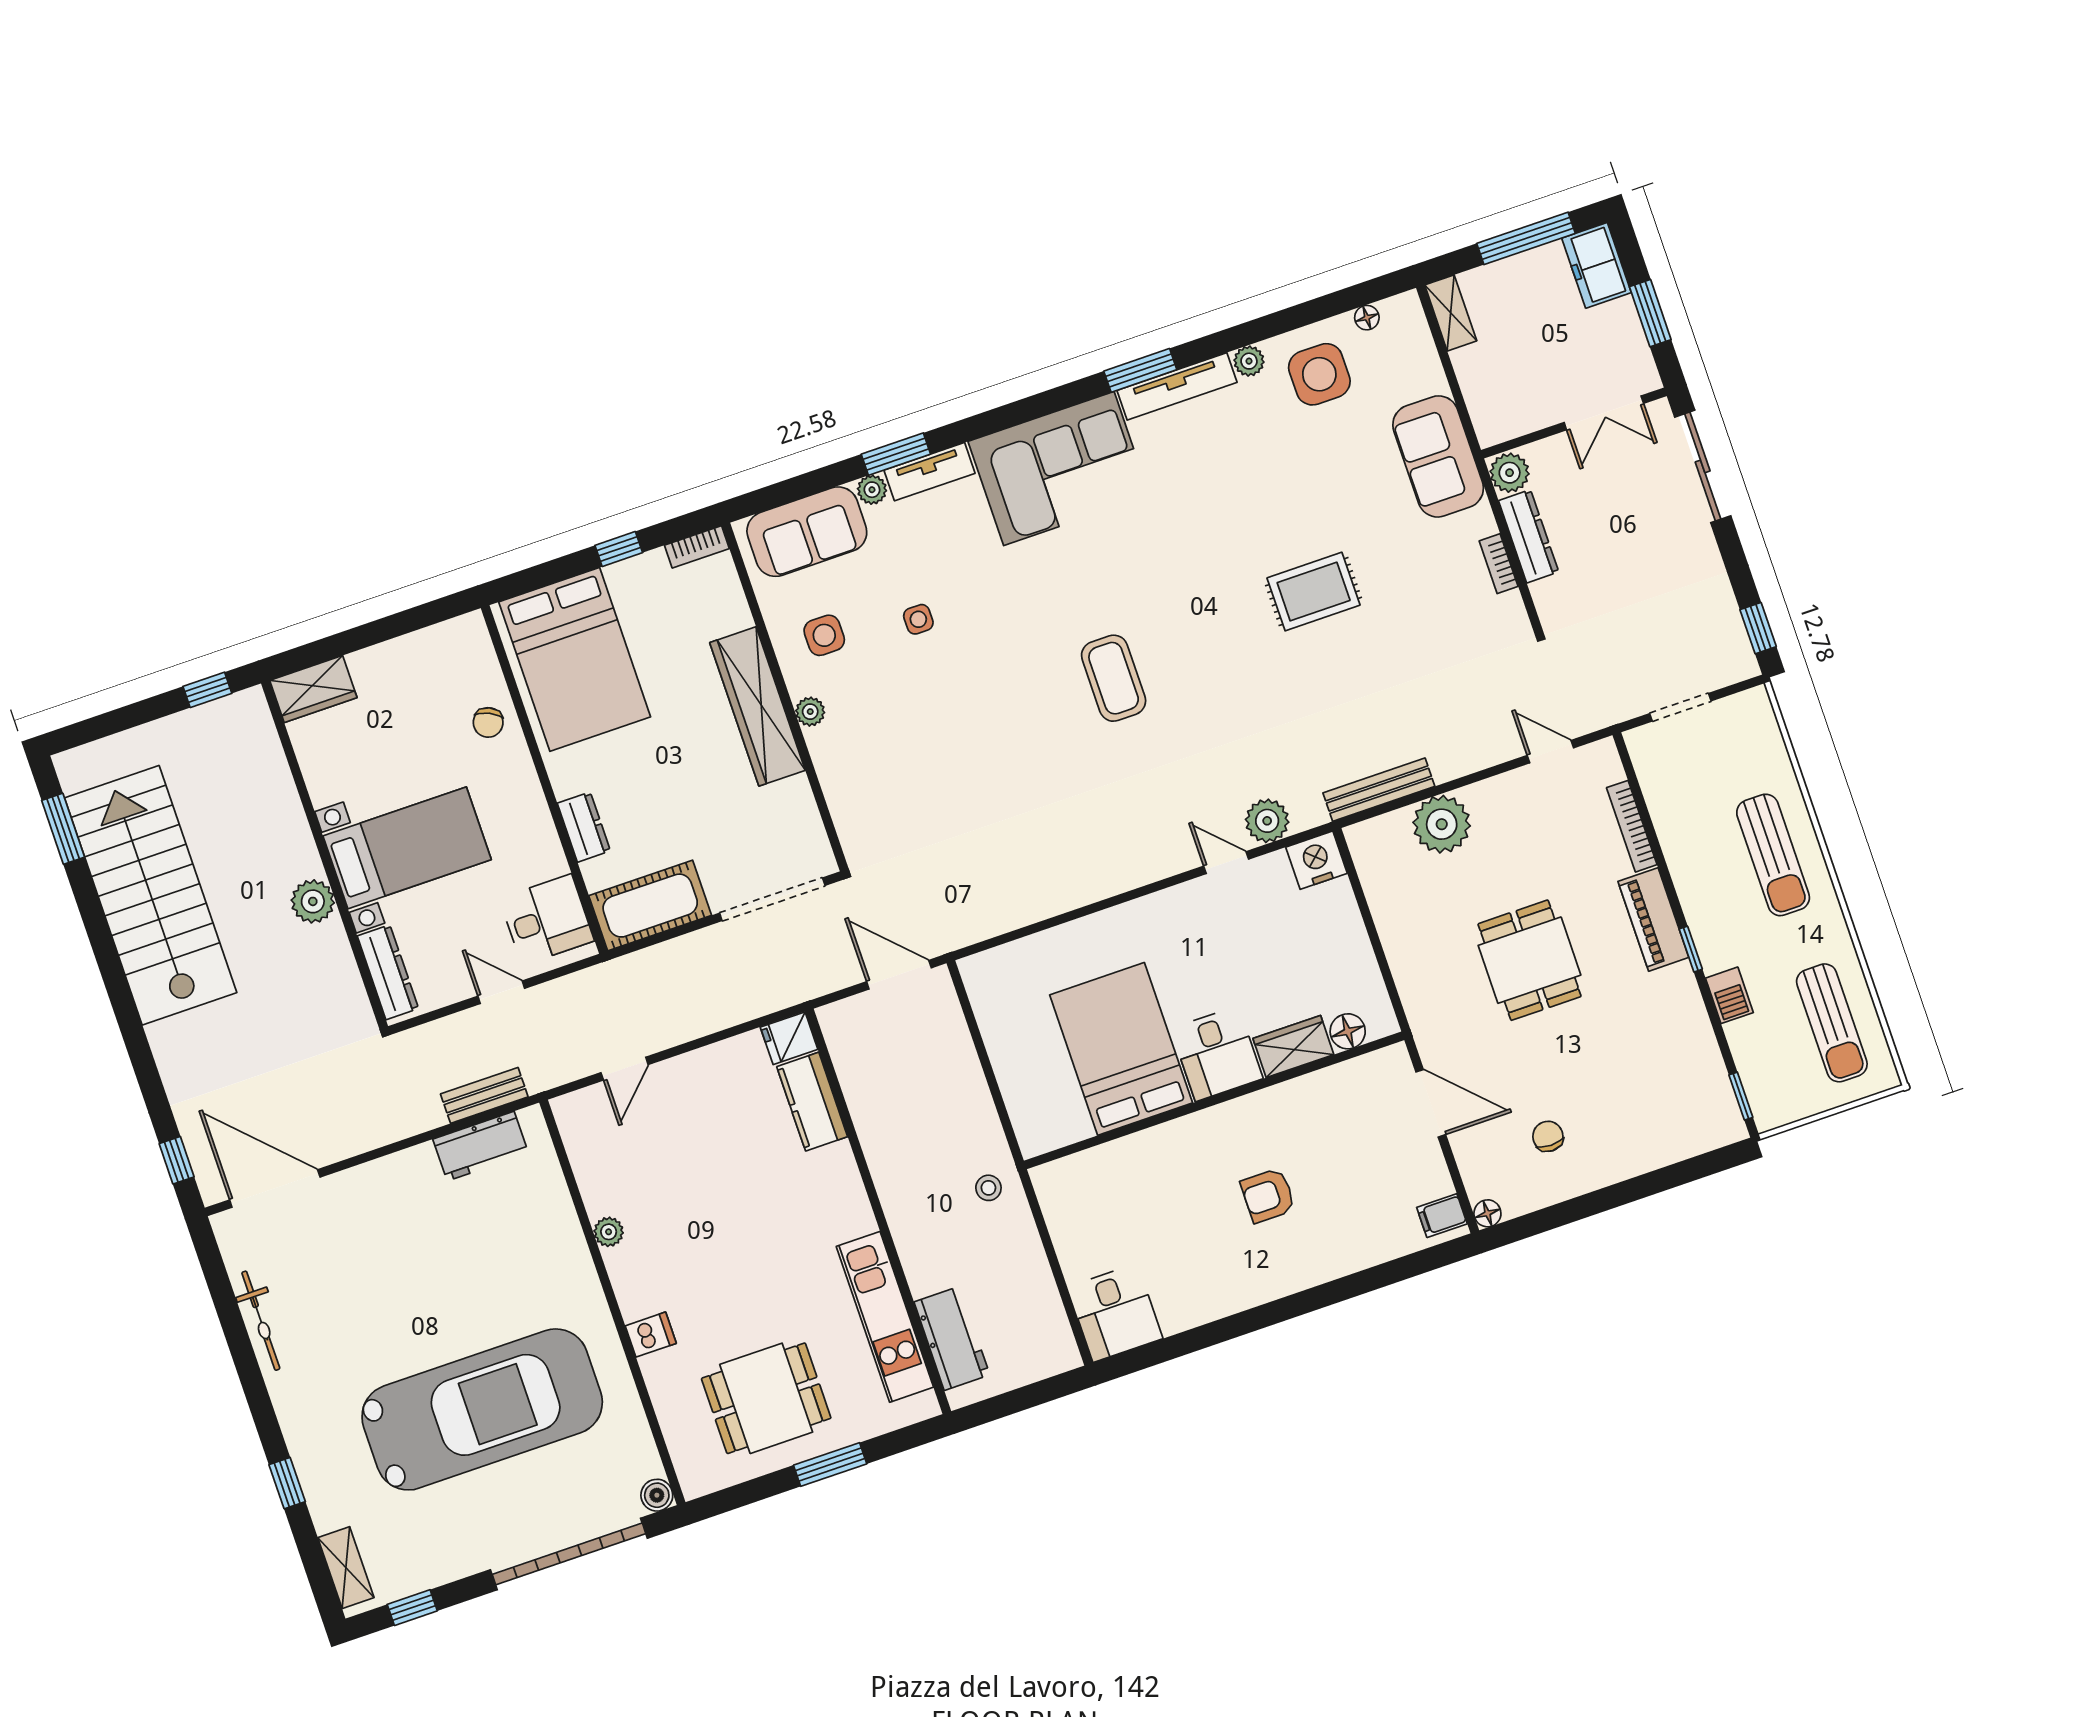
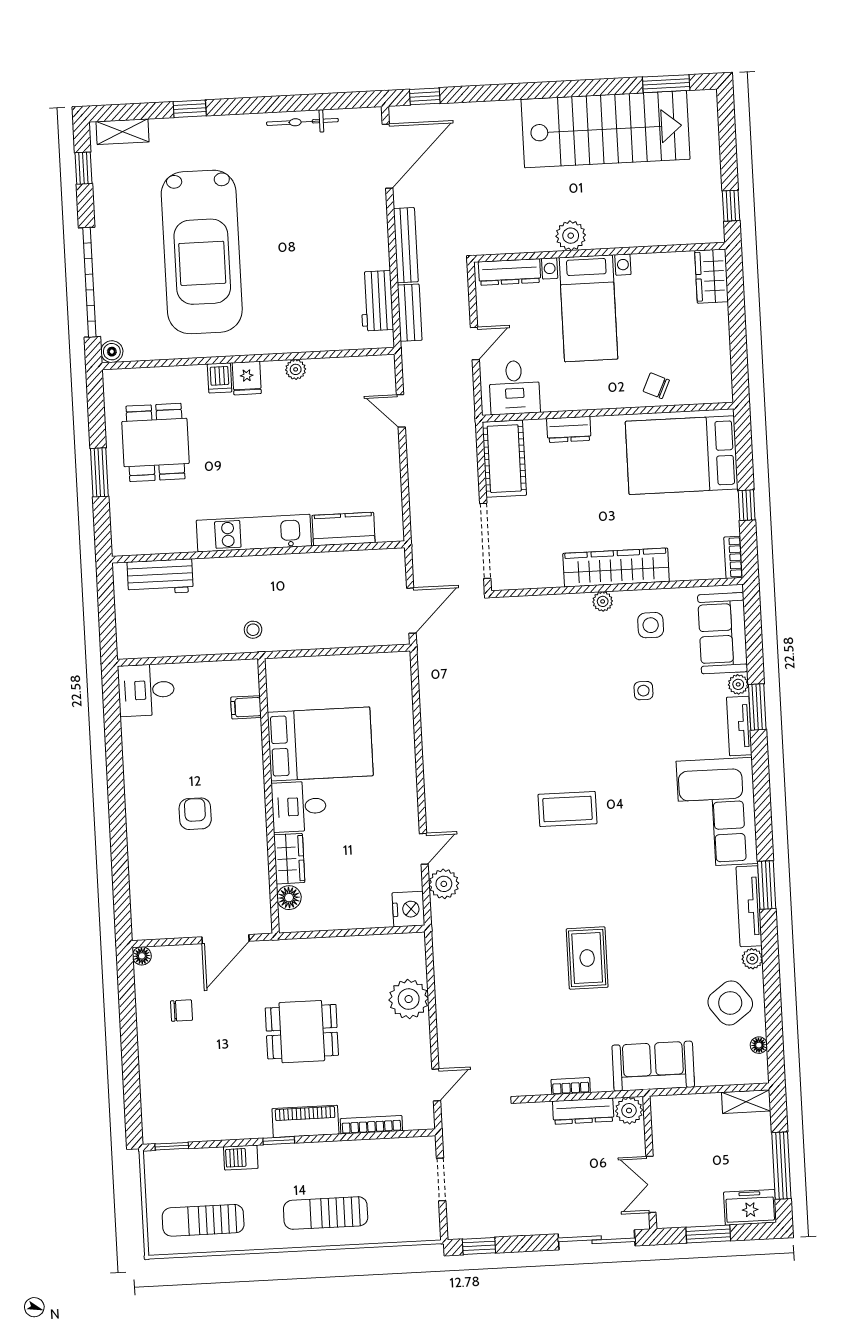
side table: (1319, 374) -> (730, 1003), turned -37
bench: (1379, 790) -> (406, 245), moved
fridge: (789, 1038) -> (247, 378), moved, turned 180
filing cabinet: (1442, 1216) -> (246, 707), moved, turned -90
kitchen unit: (885, 1317) -> (254, 533), moved

